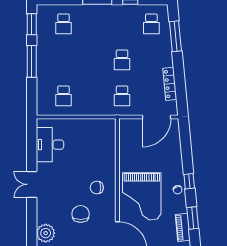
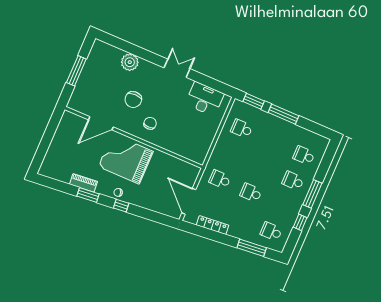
window: (32, 24) -> (254, 101), moved
school desk: (93, 24) -> (293, 181), added
chair: (81, 214) -> (133, 100), turned 90

